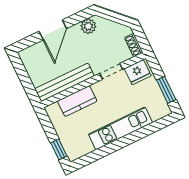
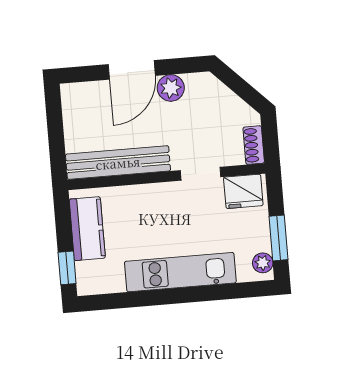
plant: (88, 26) -> (171, 88), moved
kitchen counter: (77, 101) -> (87, 229), moved, turned -90
plant: (163, 106) -> (263, 263), added

